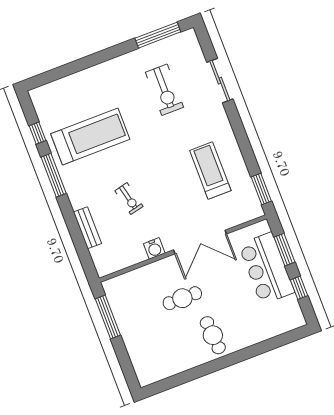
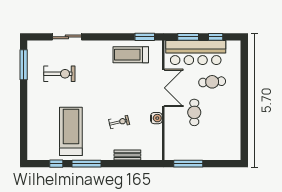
treadmill: (210, 171) -> (131, 55), moved
bar counter: (267, 268) -> (196, 53), width x1.36
cafe table: (213, 335) -> (212, 82), moved

